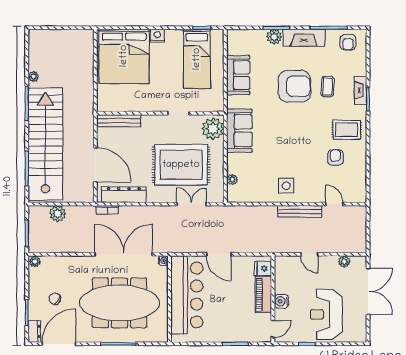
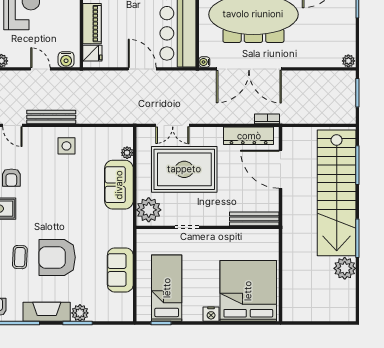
plant: (33, 77) -> (345, 268), width x1.87, depth x1.87
sofa: (239, 131) -> (119, 185), moved
plant: (58, 214) -> (323, 115), removed
chair: (55, 299) -> (326, 19), removed
water cooler: (281, 301) -> (66, 59), moved, turned 90

